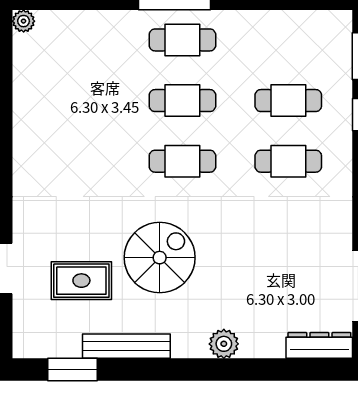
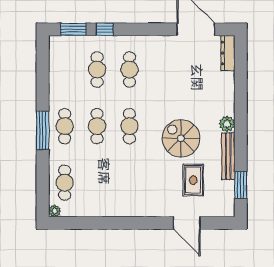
cafe table: (77, 40) -> (65, 183), added
plant: (224, 344) -> (227, 124), moved

